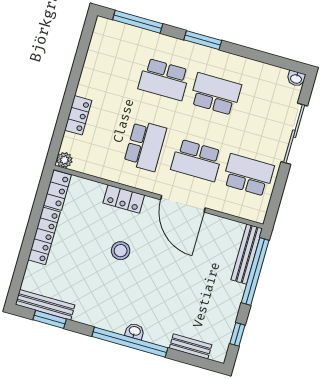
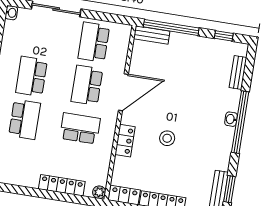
locker: (78, 115) -> (62, 185), width x1.53
school desk: (197, 160) -> (87, 85), turned 180
bench: (247, 254) -> (152, 35), width x0.73

